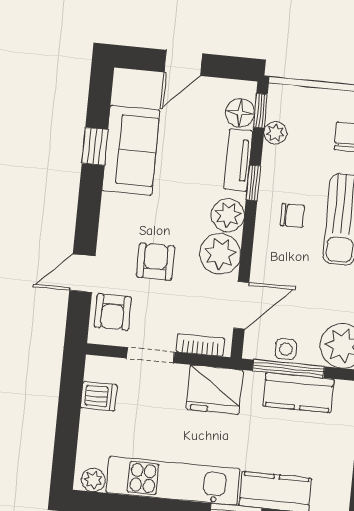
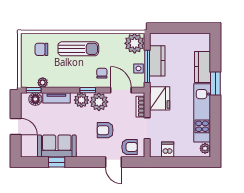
window: (253, 183) -> (88, 90), moved
chair: (292, 216) -> (102, 73), moved

